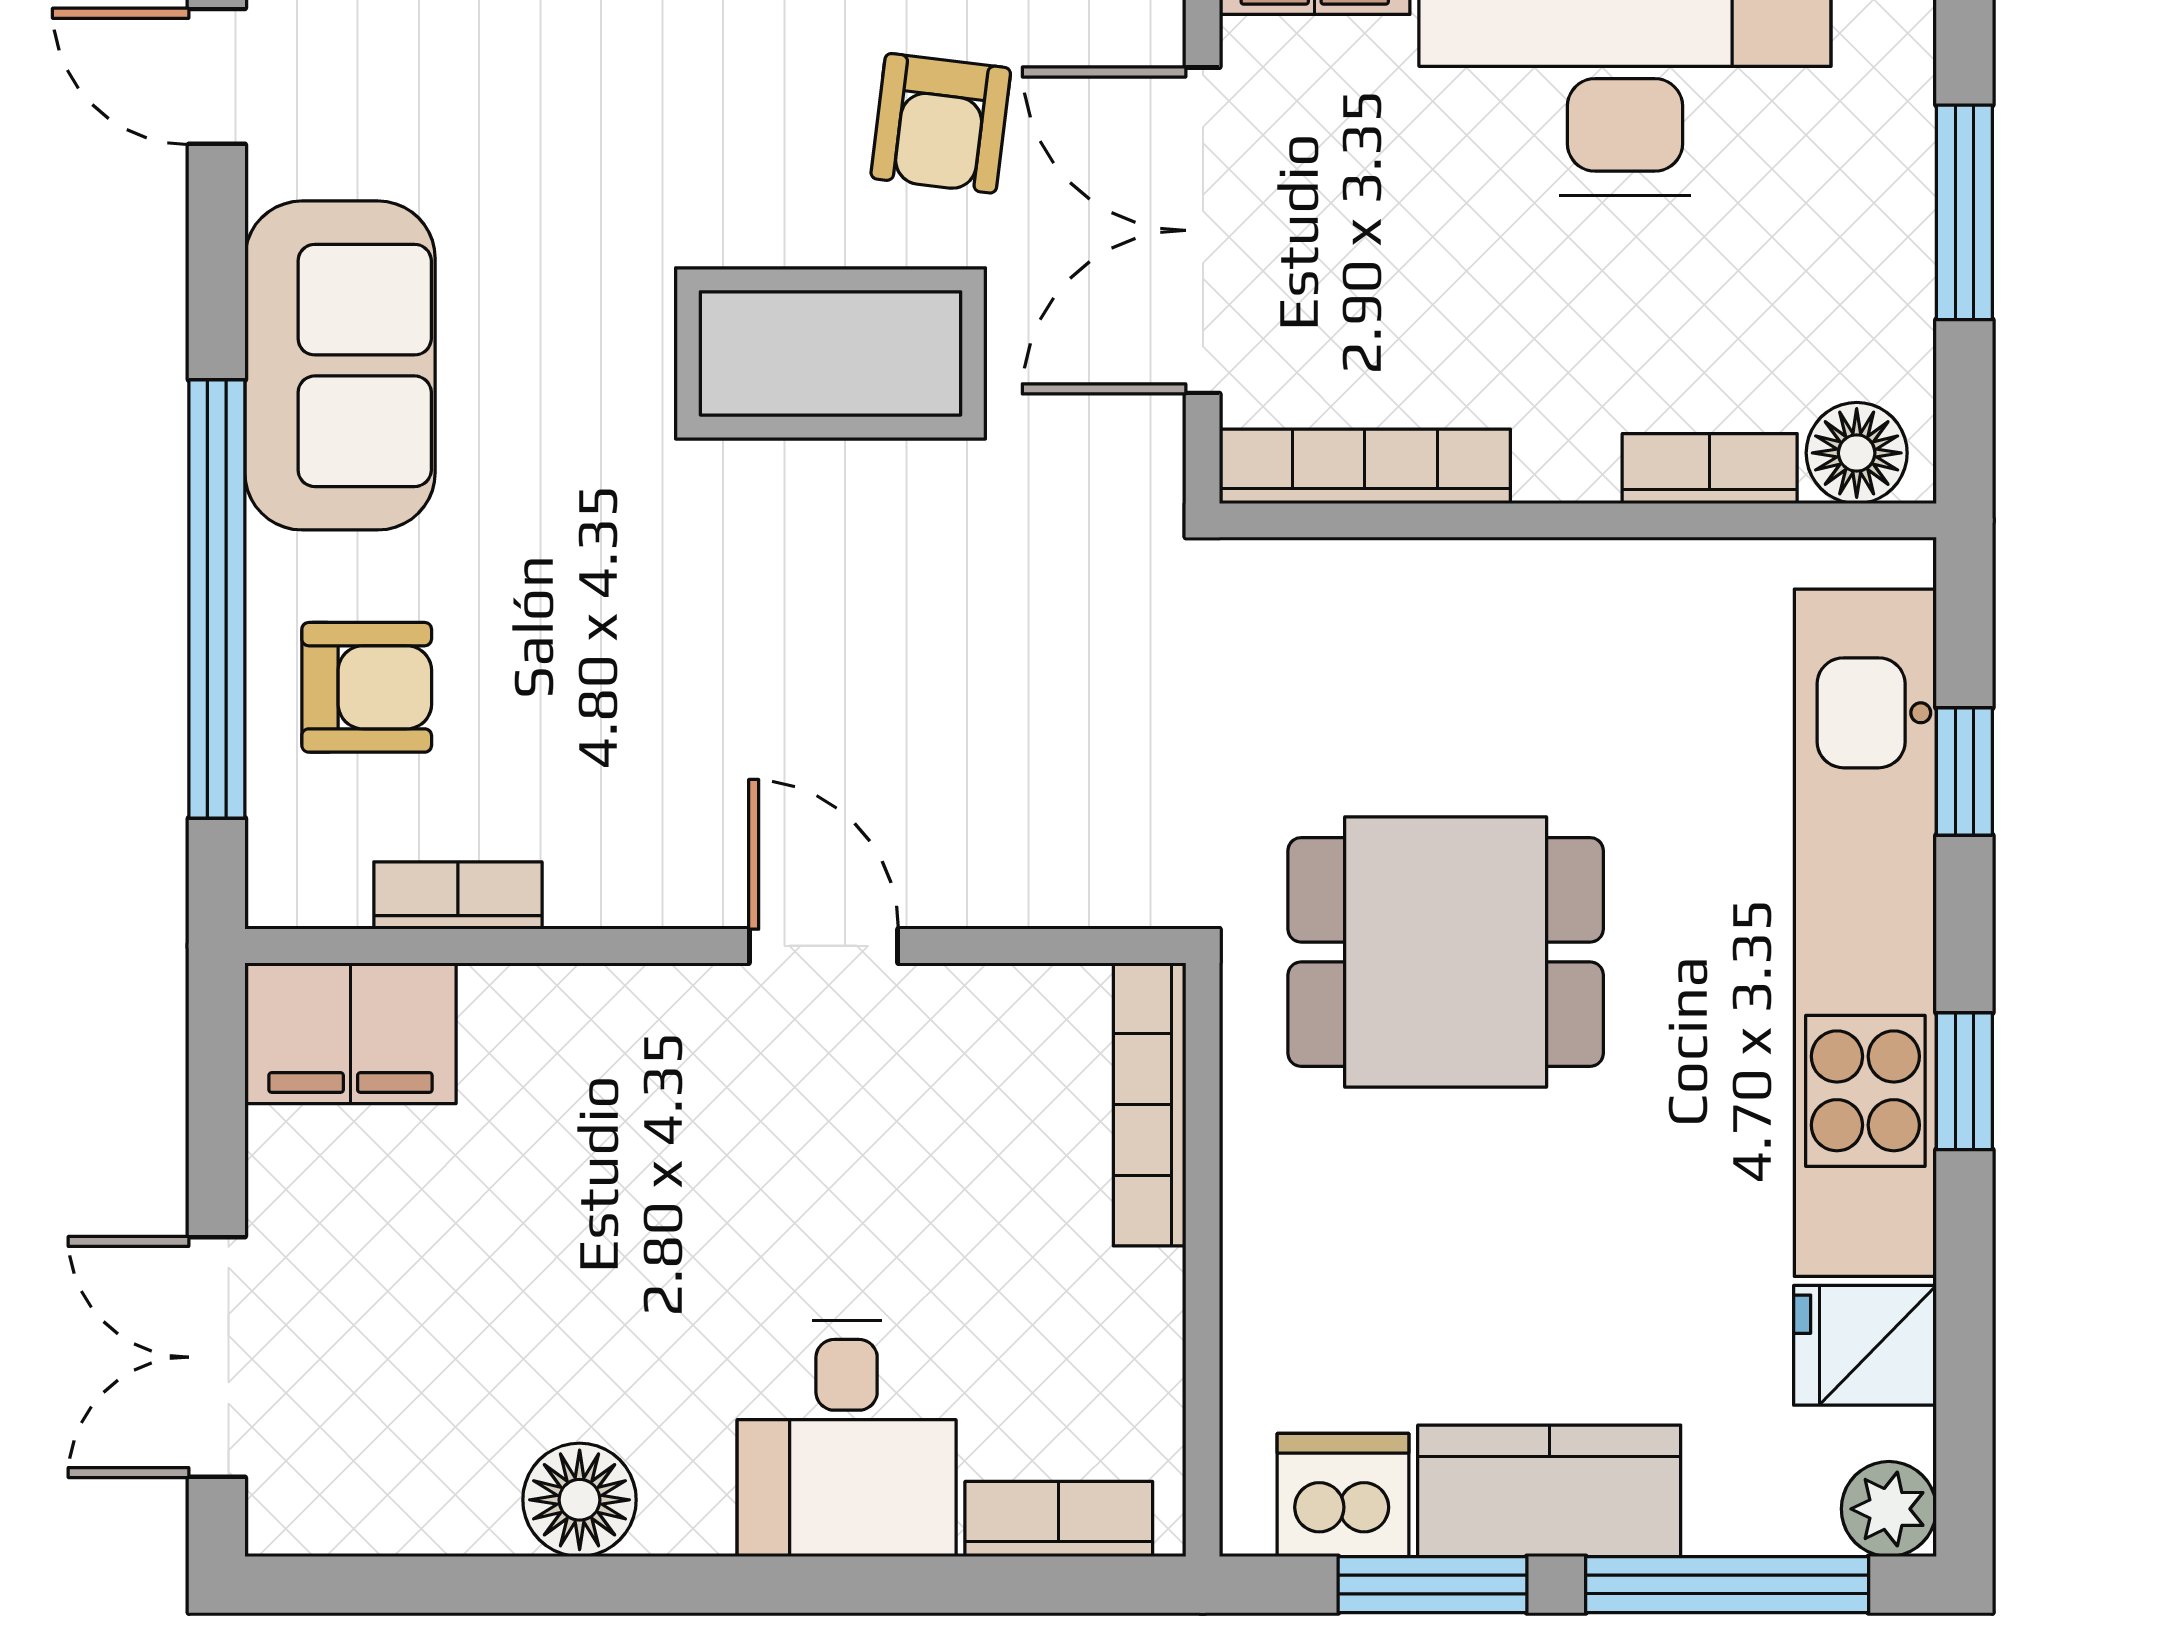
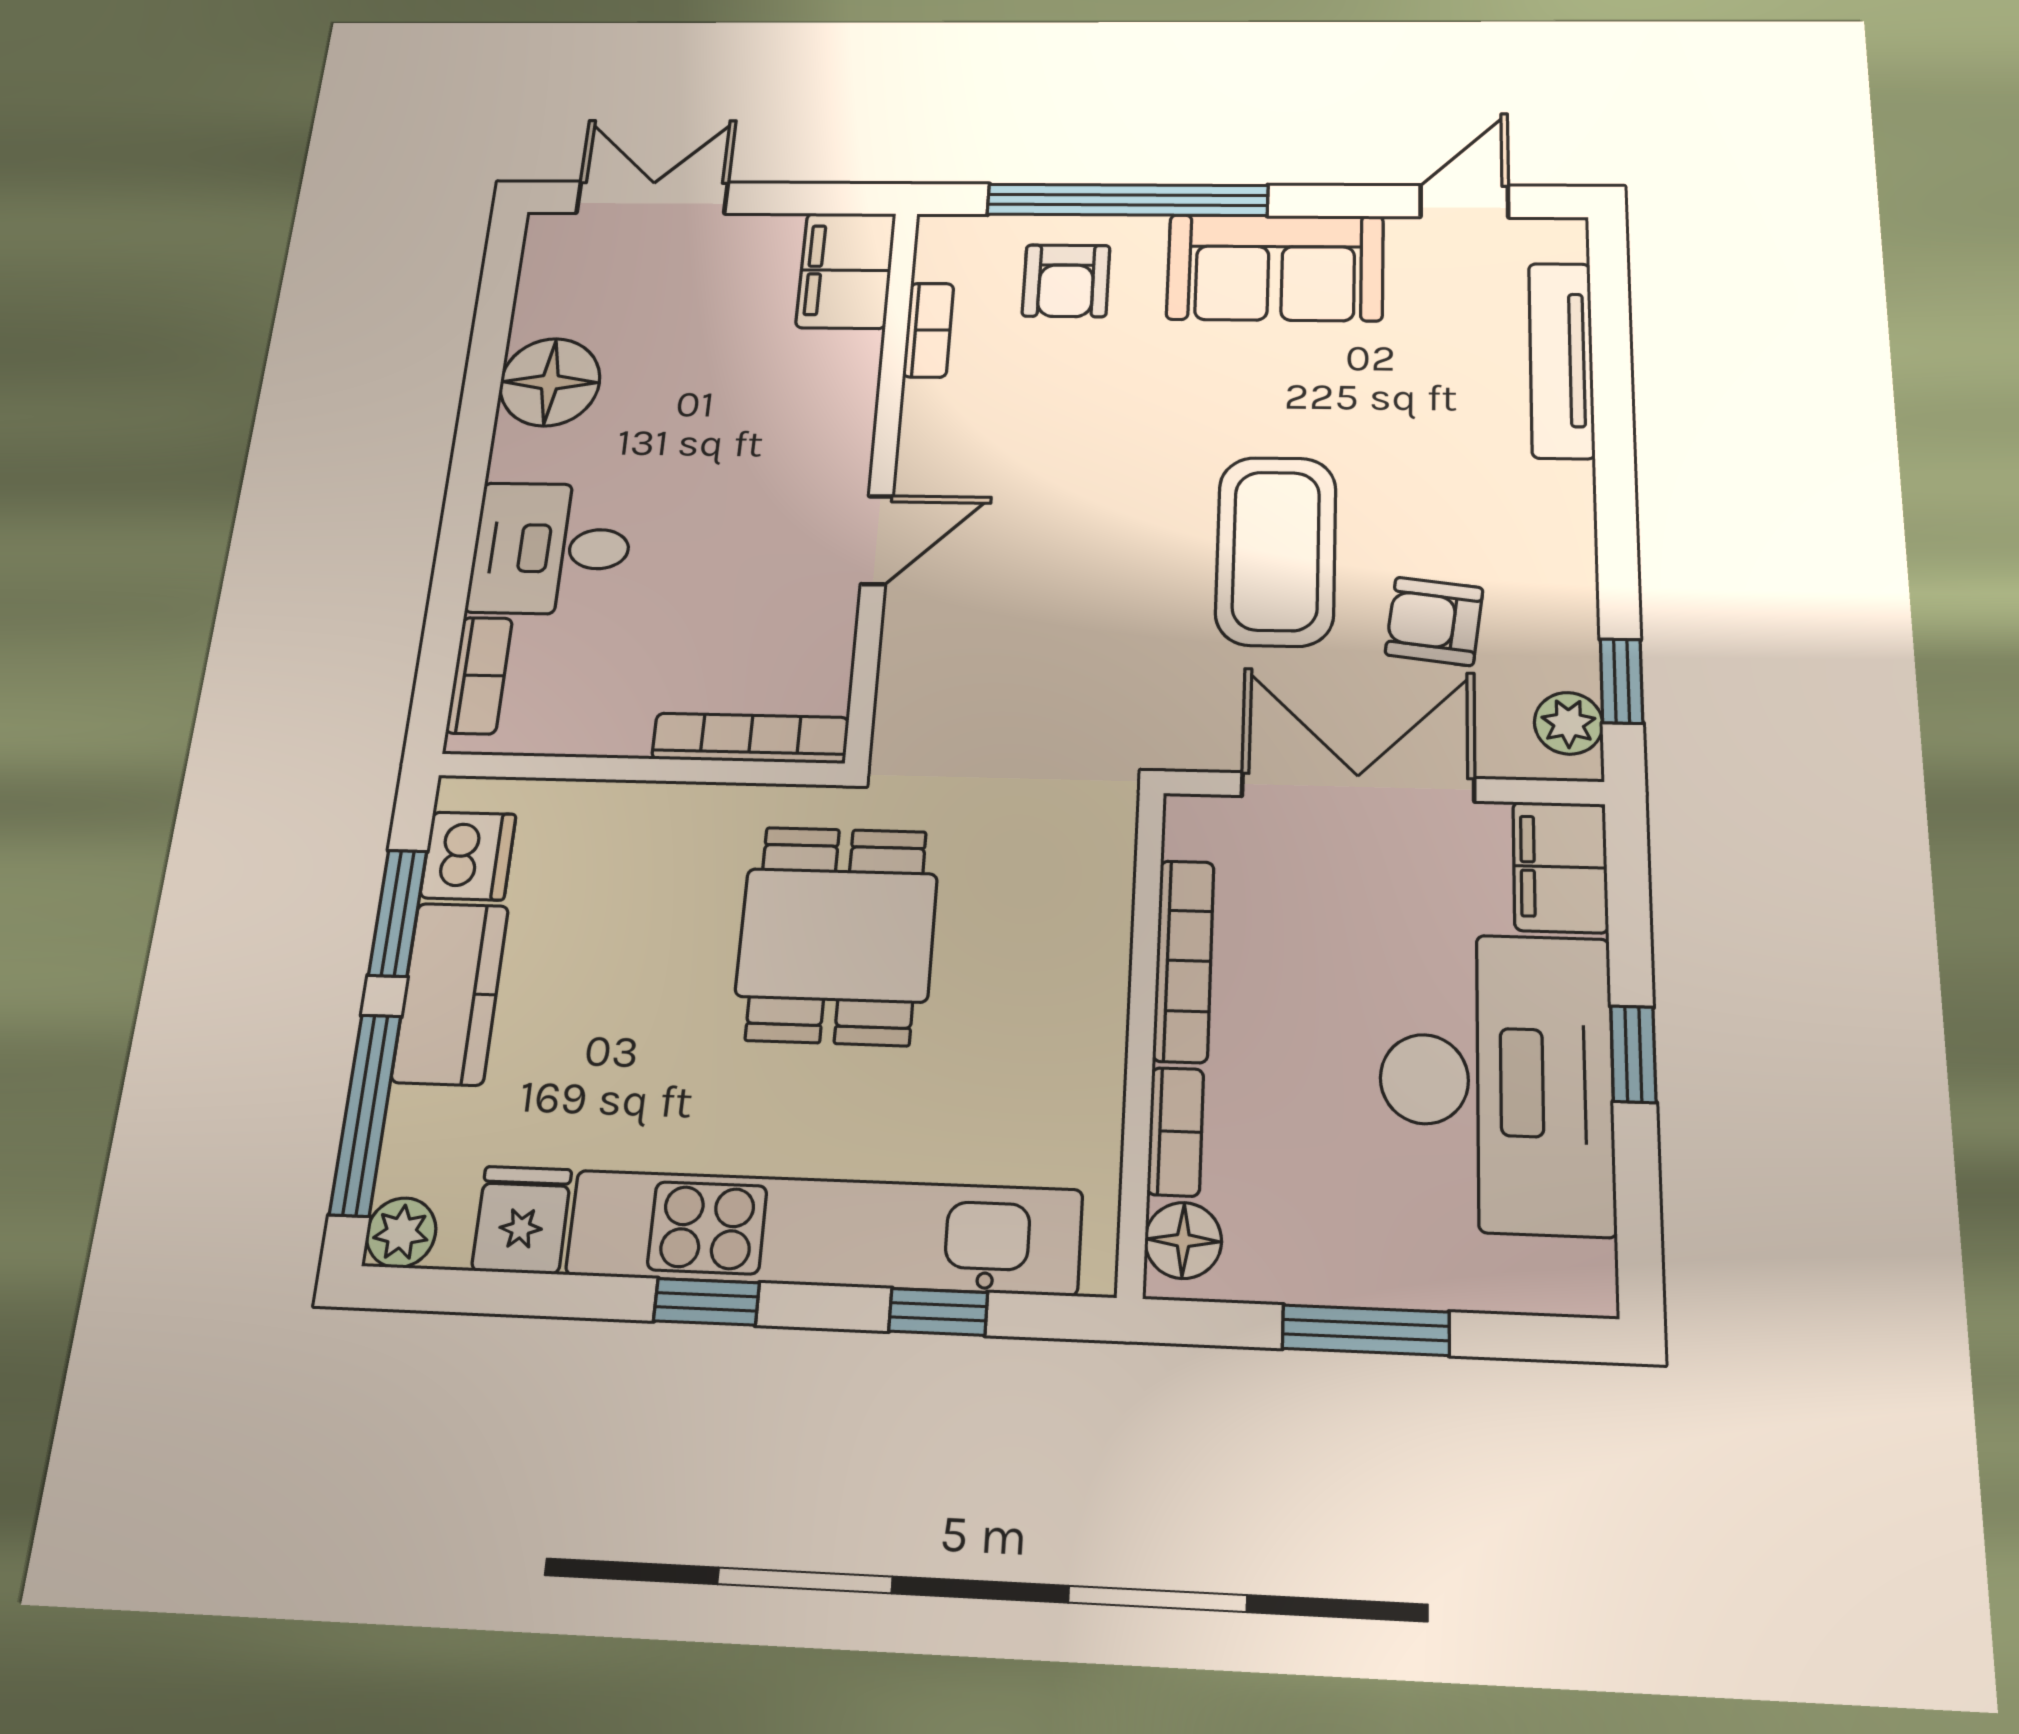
bookcase: (1365, 466) -> (1184, 961), moved
floor lamp: (580, 1500) -> (550, 382), width x1.38, depth x1.38

